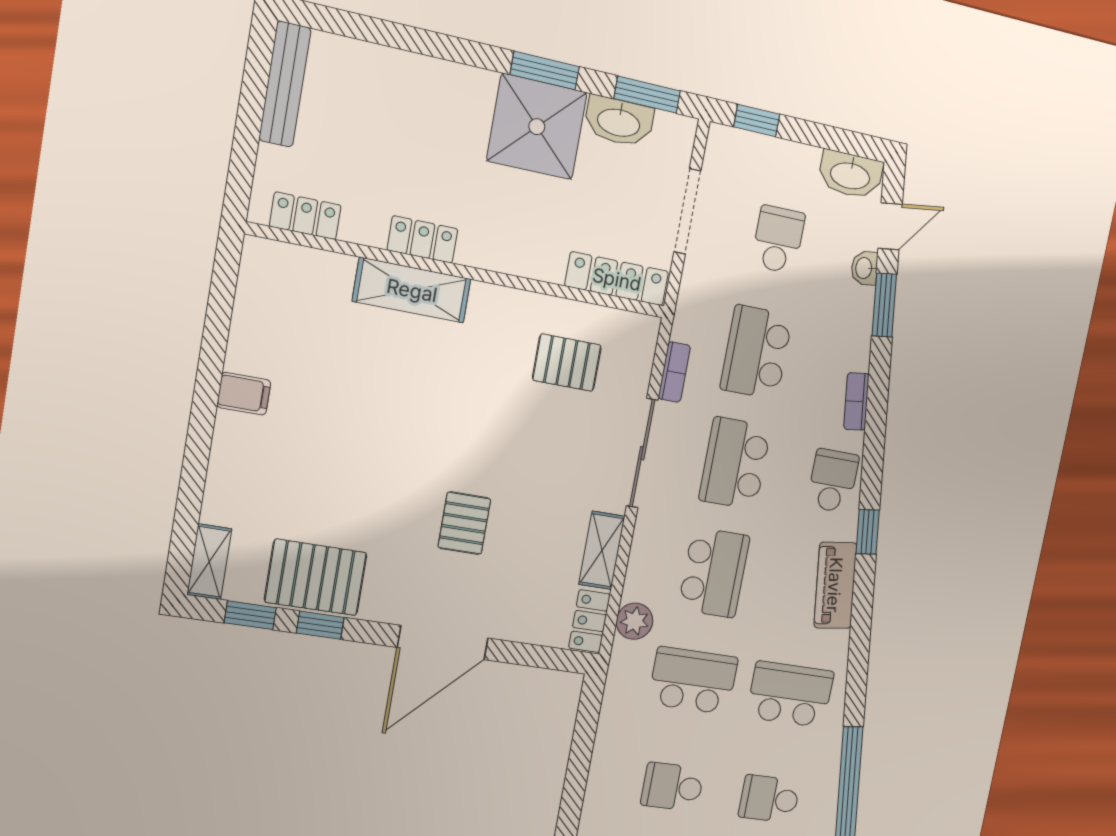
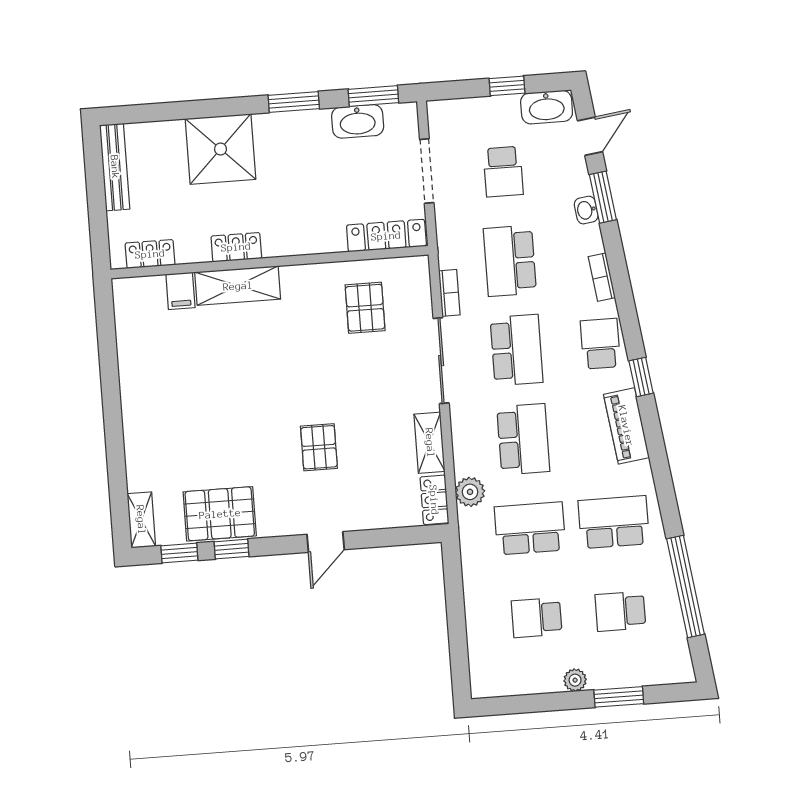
window: (757, 121) -> (507, 86), moved
shower: (537, 127) -> (221, 149), moved
school desk: (778, 240) -> (503, 172), turned 180
washbasin: (864, 268) -> (586, 210), moved
pallet: (567, 363) -> (365, 308), turned 90
filing cabinet: (244, 394) -> (180, 291), moved, turned 90
school desk: (735, 463) -> (517, 350), turned 180
door: (443, 643) -> (326, 542), width x0.53

